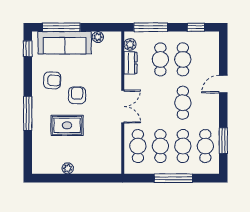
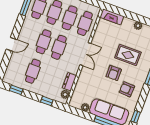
window: (151, 27) -> (47, 101), width x0.46
cafe table: (160, 59) -> (59, 47), moved
double door: (123, 107) -> (85, 54), swing flipped
fireplace: (106, 167) -> (112, 17), added

